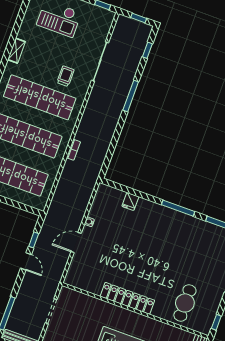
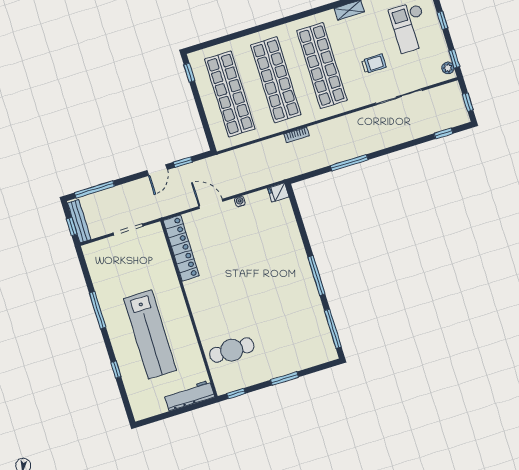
plant: (106, 14) -> (448, 68), added
trolley: (65, 76) -> (374, 64), moved
window: (131, 96) -> (349, 163), moved
fridge: (130, 201) -> (278, 192), moved
locker: (127, 298) -> (181, 248), moved

